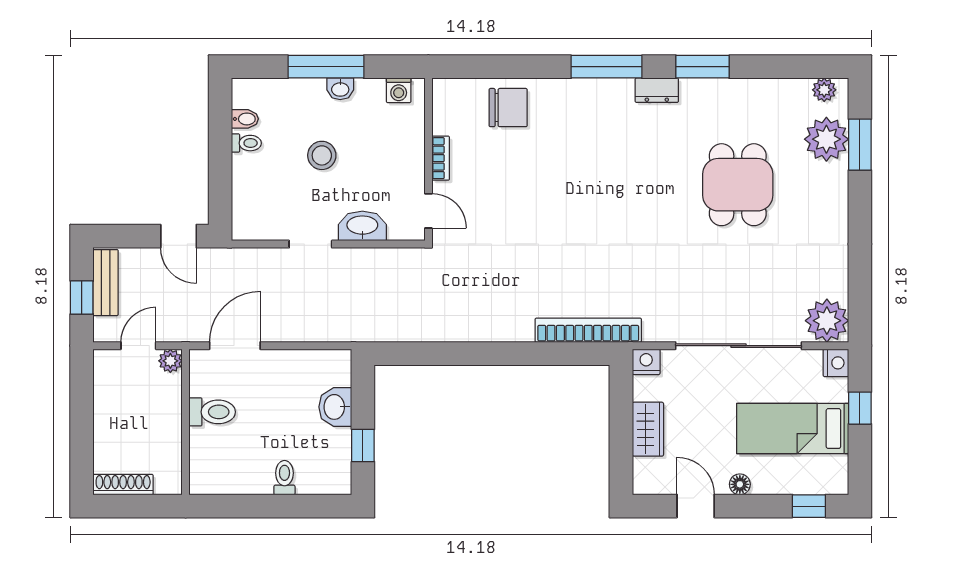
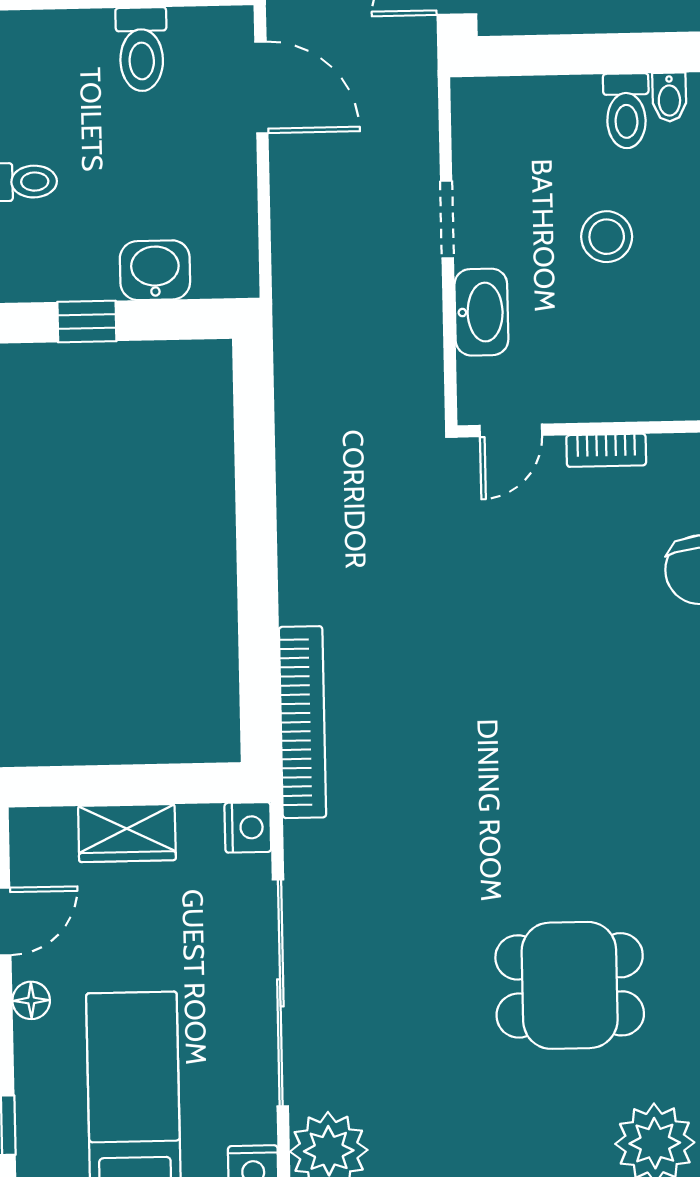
toilet: (246, 143) -> (626, 111), width x1.37, depth x1.39

